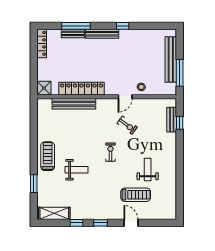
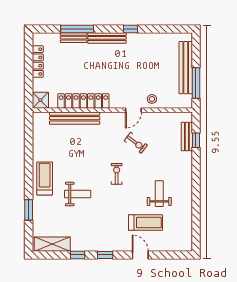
locker: (42, 43) -> (38, 62), moved

